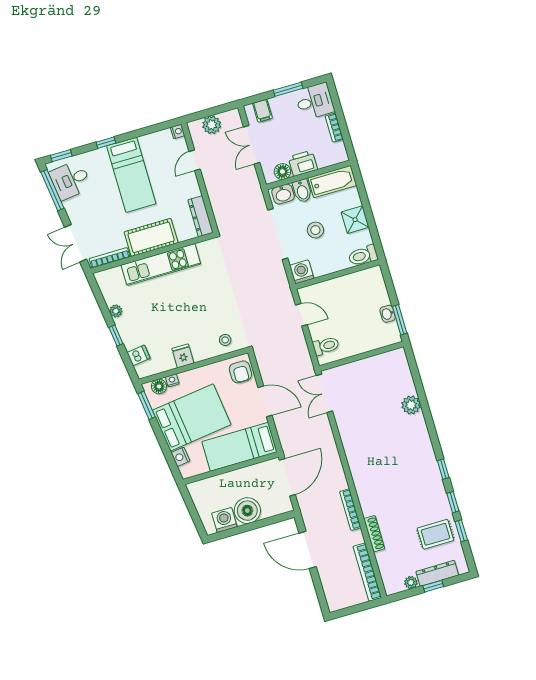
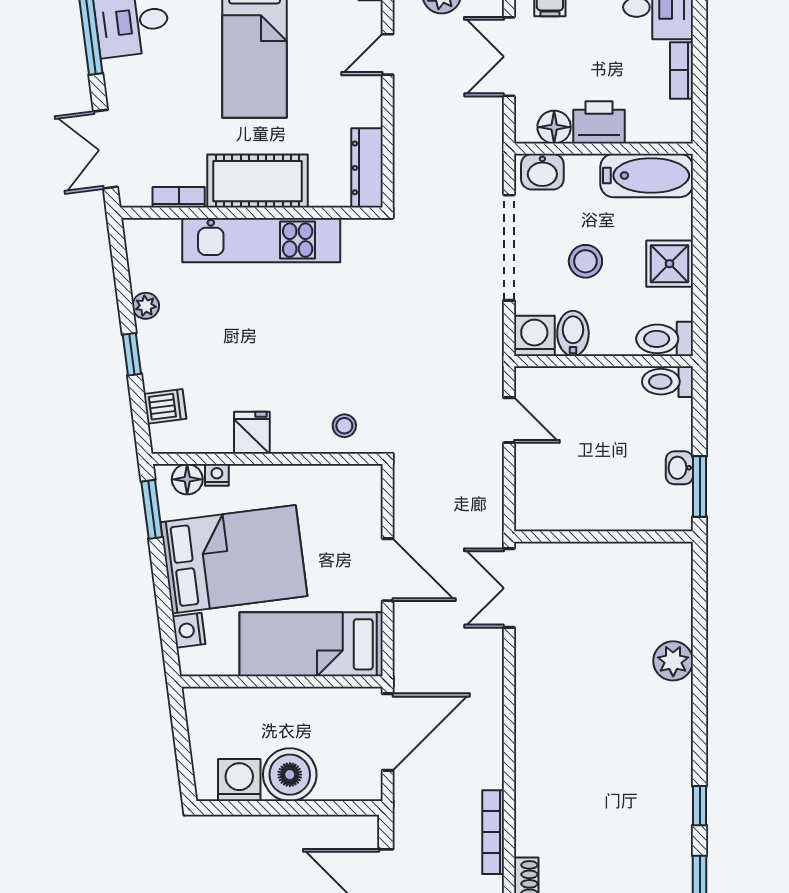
bidet: (302, 191) -> (573, 333), moved, turned 180
bookcase: (110, 258) -> (179, 197), width x0.64
toilet: (326, 346) -> (667, 382), moved, turned 180
armchair: (241, 372) -> (356, 497), removed

